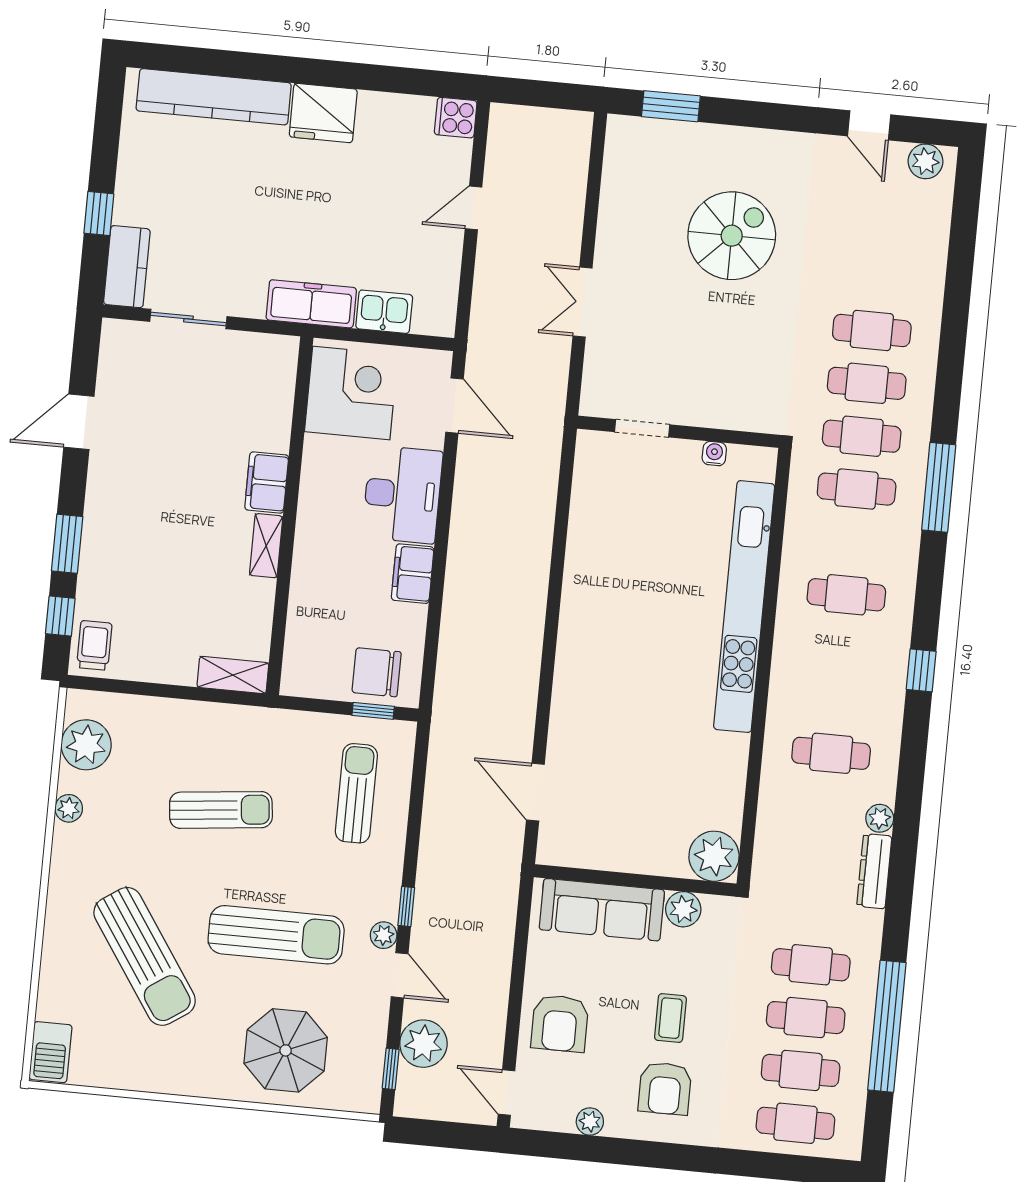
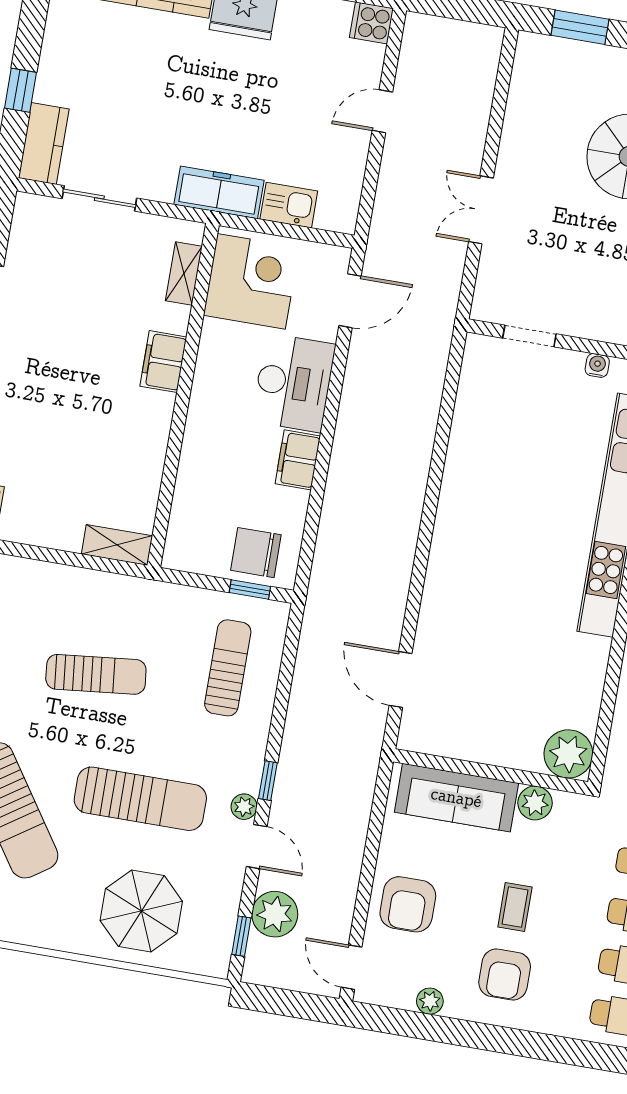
door: (454, 406) -> (350, 301), hinge flipped
shelving: (266, 546) -> (184, 273), moved

